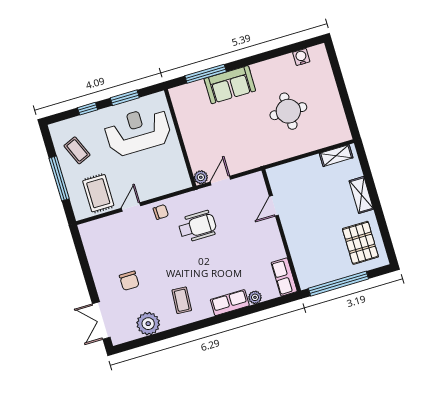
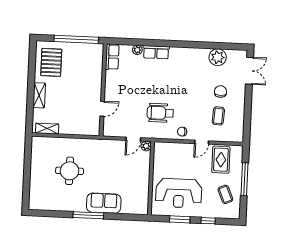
water cooler: (301, 57) -> (48, 205), removed
window: (206, 74) -> (88, 215), moved
coffee table: (182, 300) -> (218, 116), moved

